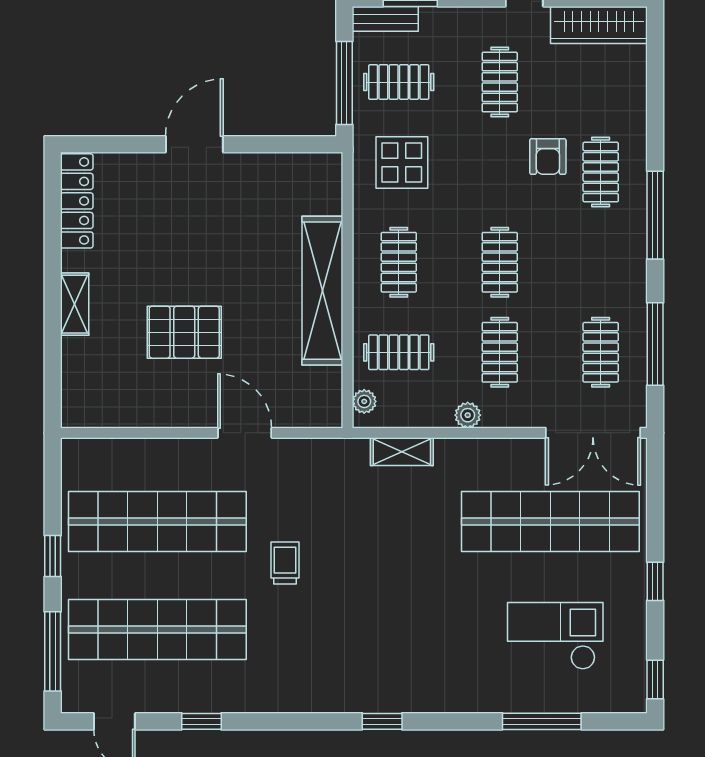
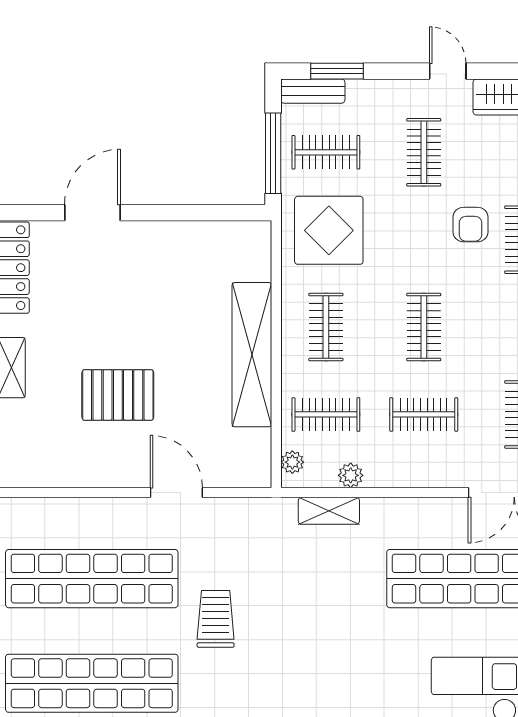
door: (194, 144) -> (92, 213), moved
display table: (402, 162) -> (329, 230), width x1.36, depth x1.36
clothes rail: (500, 352) -> (424, 414), turned 90
plant: (468, 415) -> (351, 475), moved
trolley: (285, 563) -> (216, 619), width x1.36, depth x1.39

